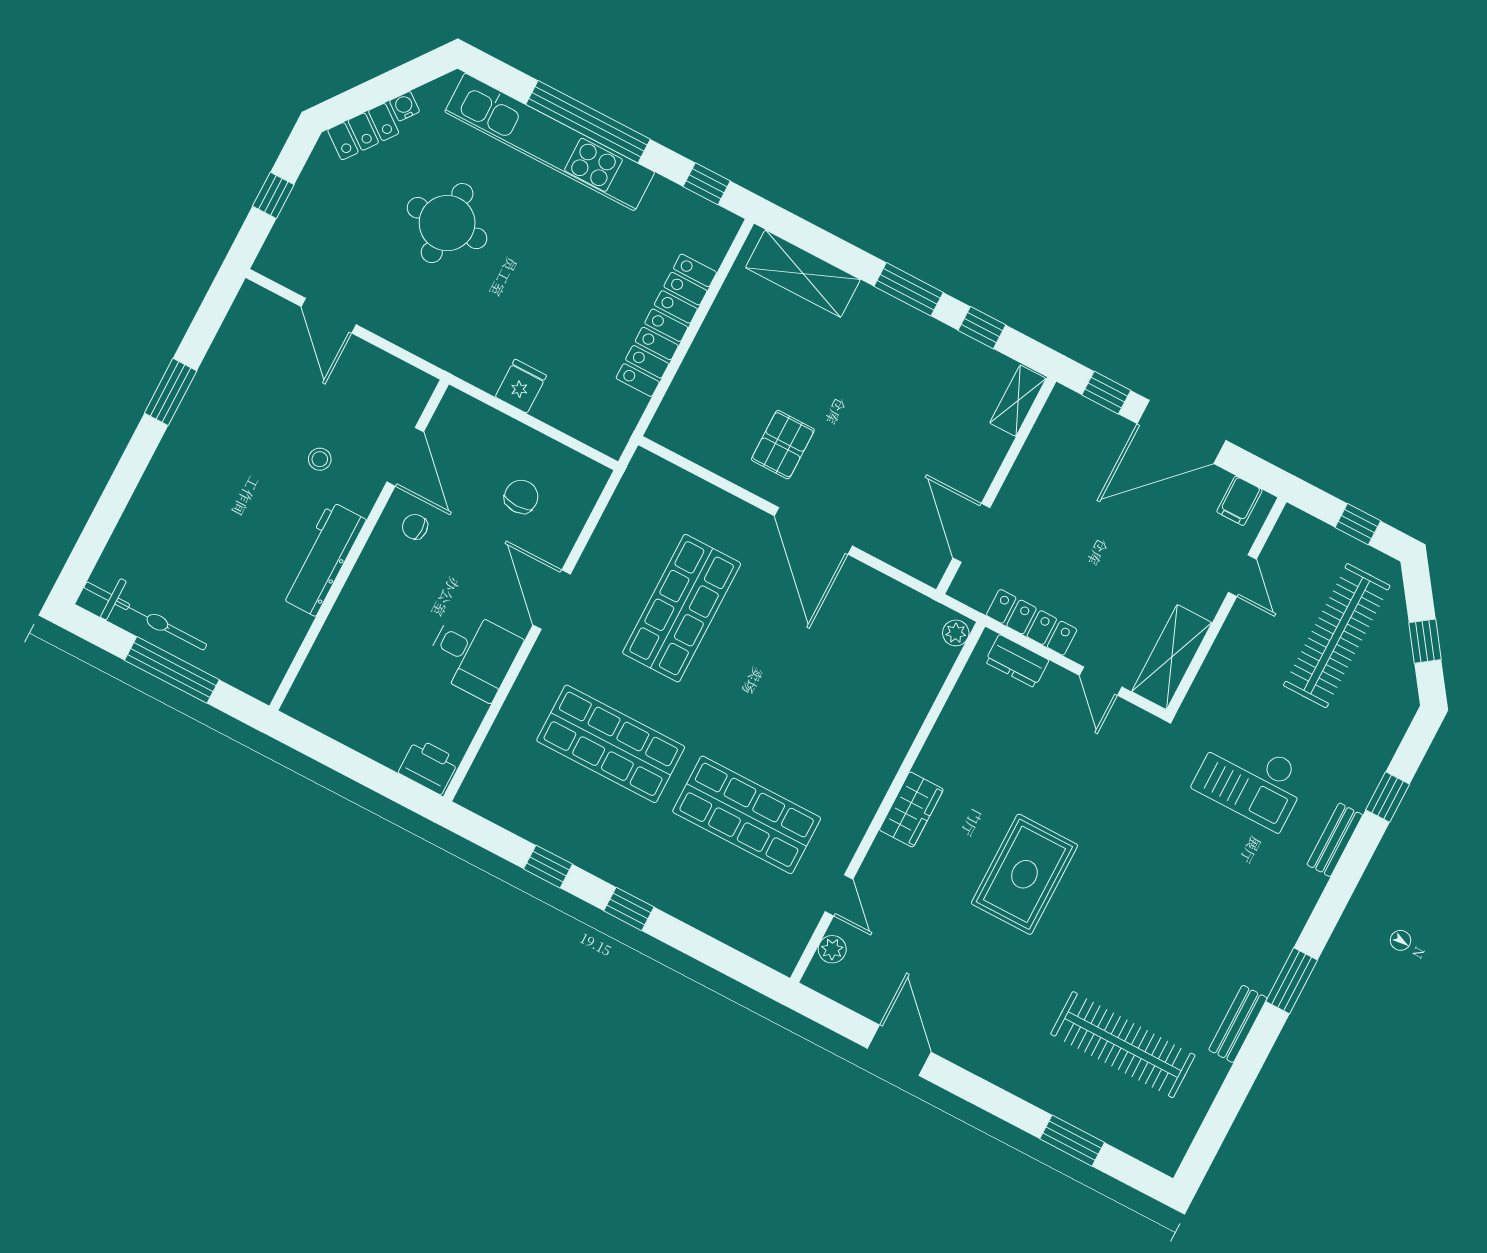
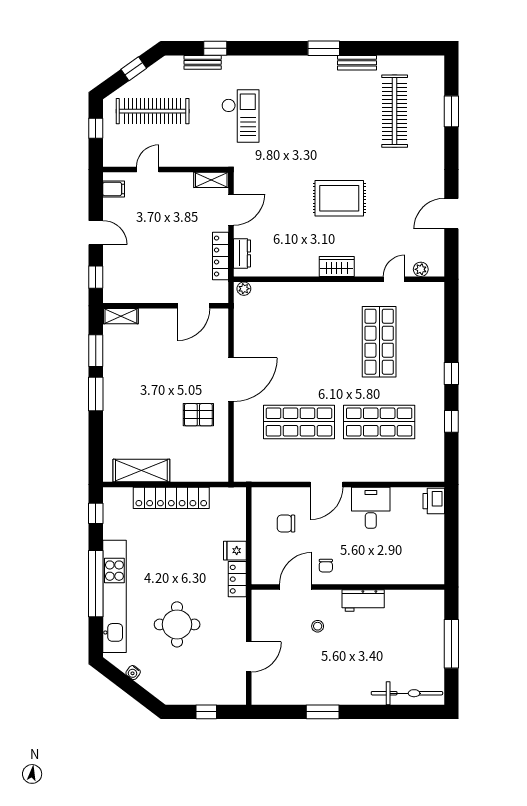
locker: (363, 132) -> (237, 579), moved, turned -127
shelving: (803, 274) -> (141, 470), moved, turned 90
window: (982, 328) -> (96, 351), width x1.50
door: (1181, 432) -> (96, 233), width x0.53
workbench: (323, 559) -> (363, 601), width x0.73
bicycle: (145, 616) -> (407, 693), moved, turned 90
shelving: (1172, 657) -> (211, 180), width x0.67, depth x0.75
door: (1101, 681) -> (231, 210), width x1.38
shop shelf: (611, 744) -> (379, 422), turned 90
bench: (1335, 840) -> (203, 62), moved

